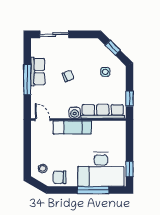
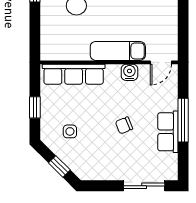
window: (129, 99) -> (35, 107), moved
water cooler: (75, 113) -> (129, 72), moved
door: (43, 120) -> (161, 62), hinge flipped

